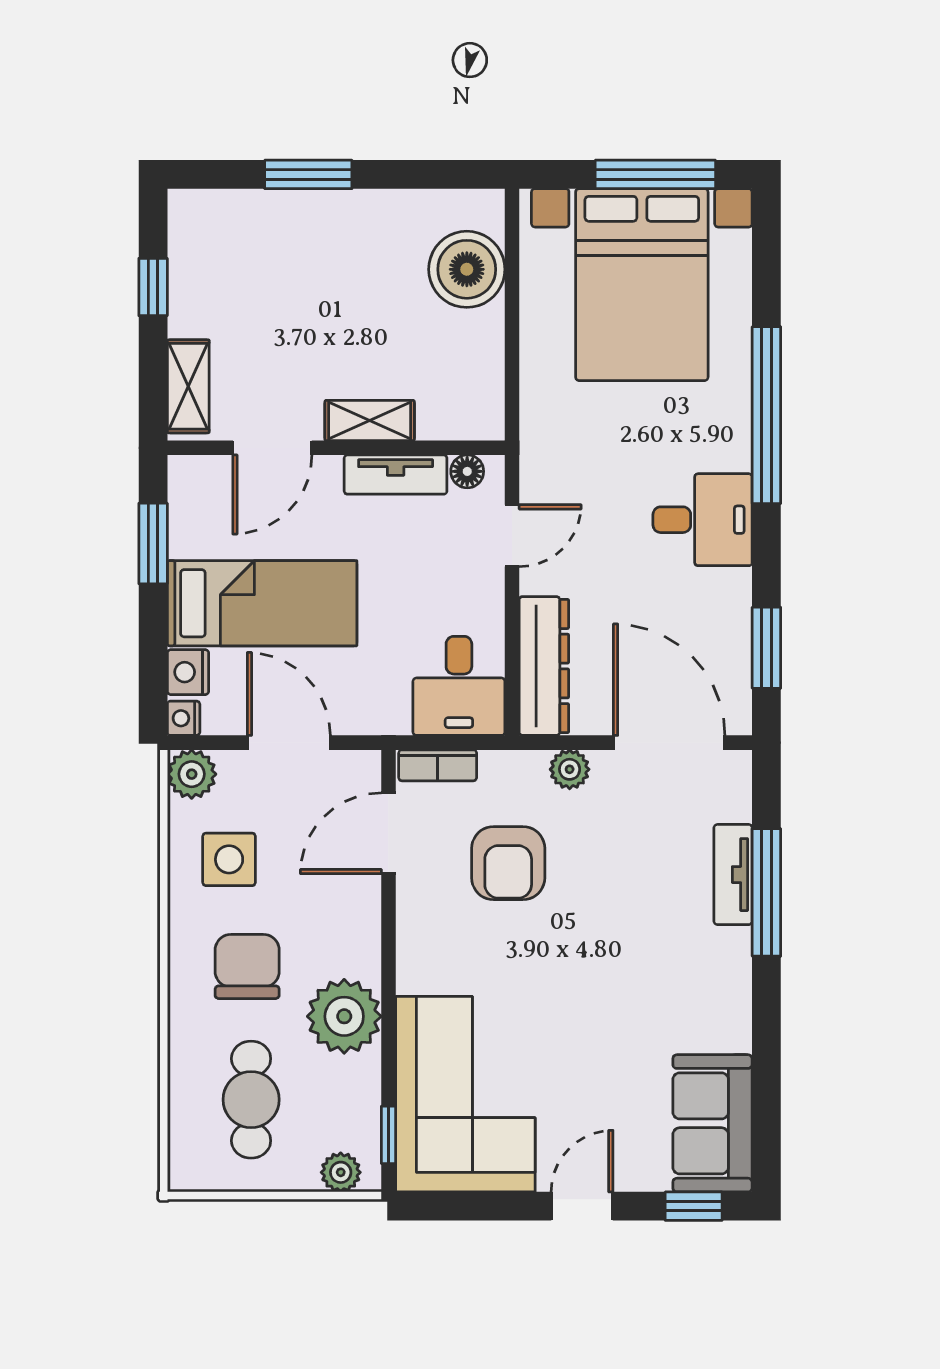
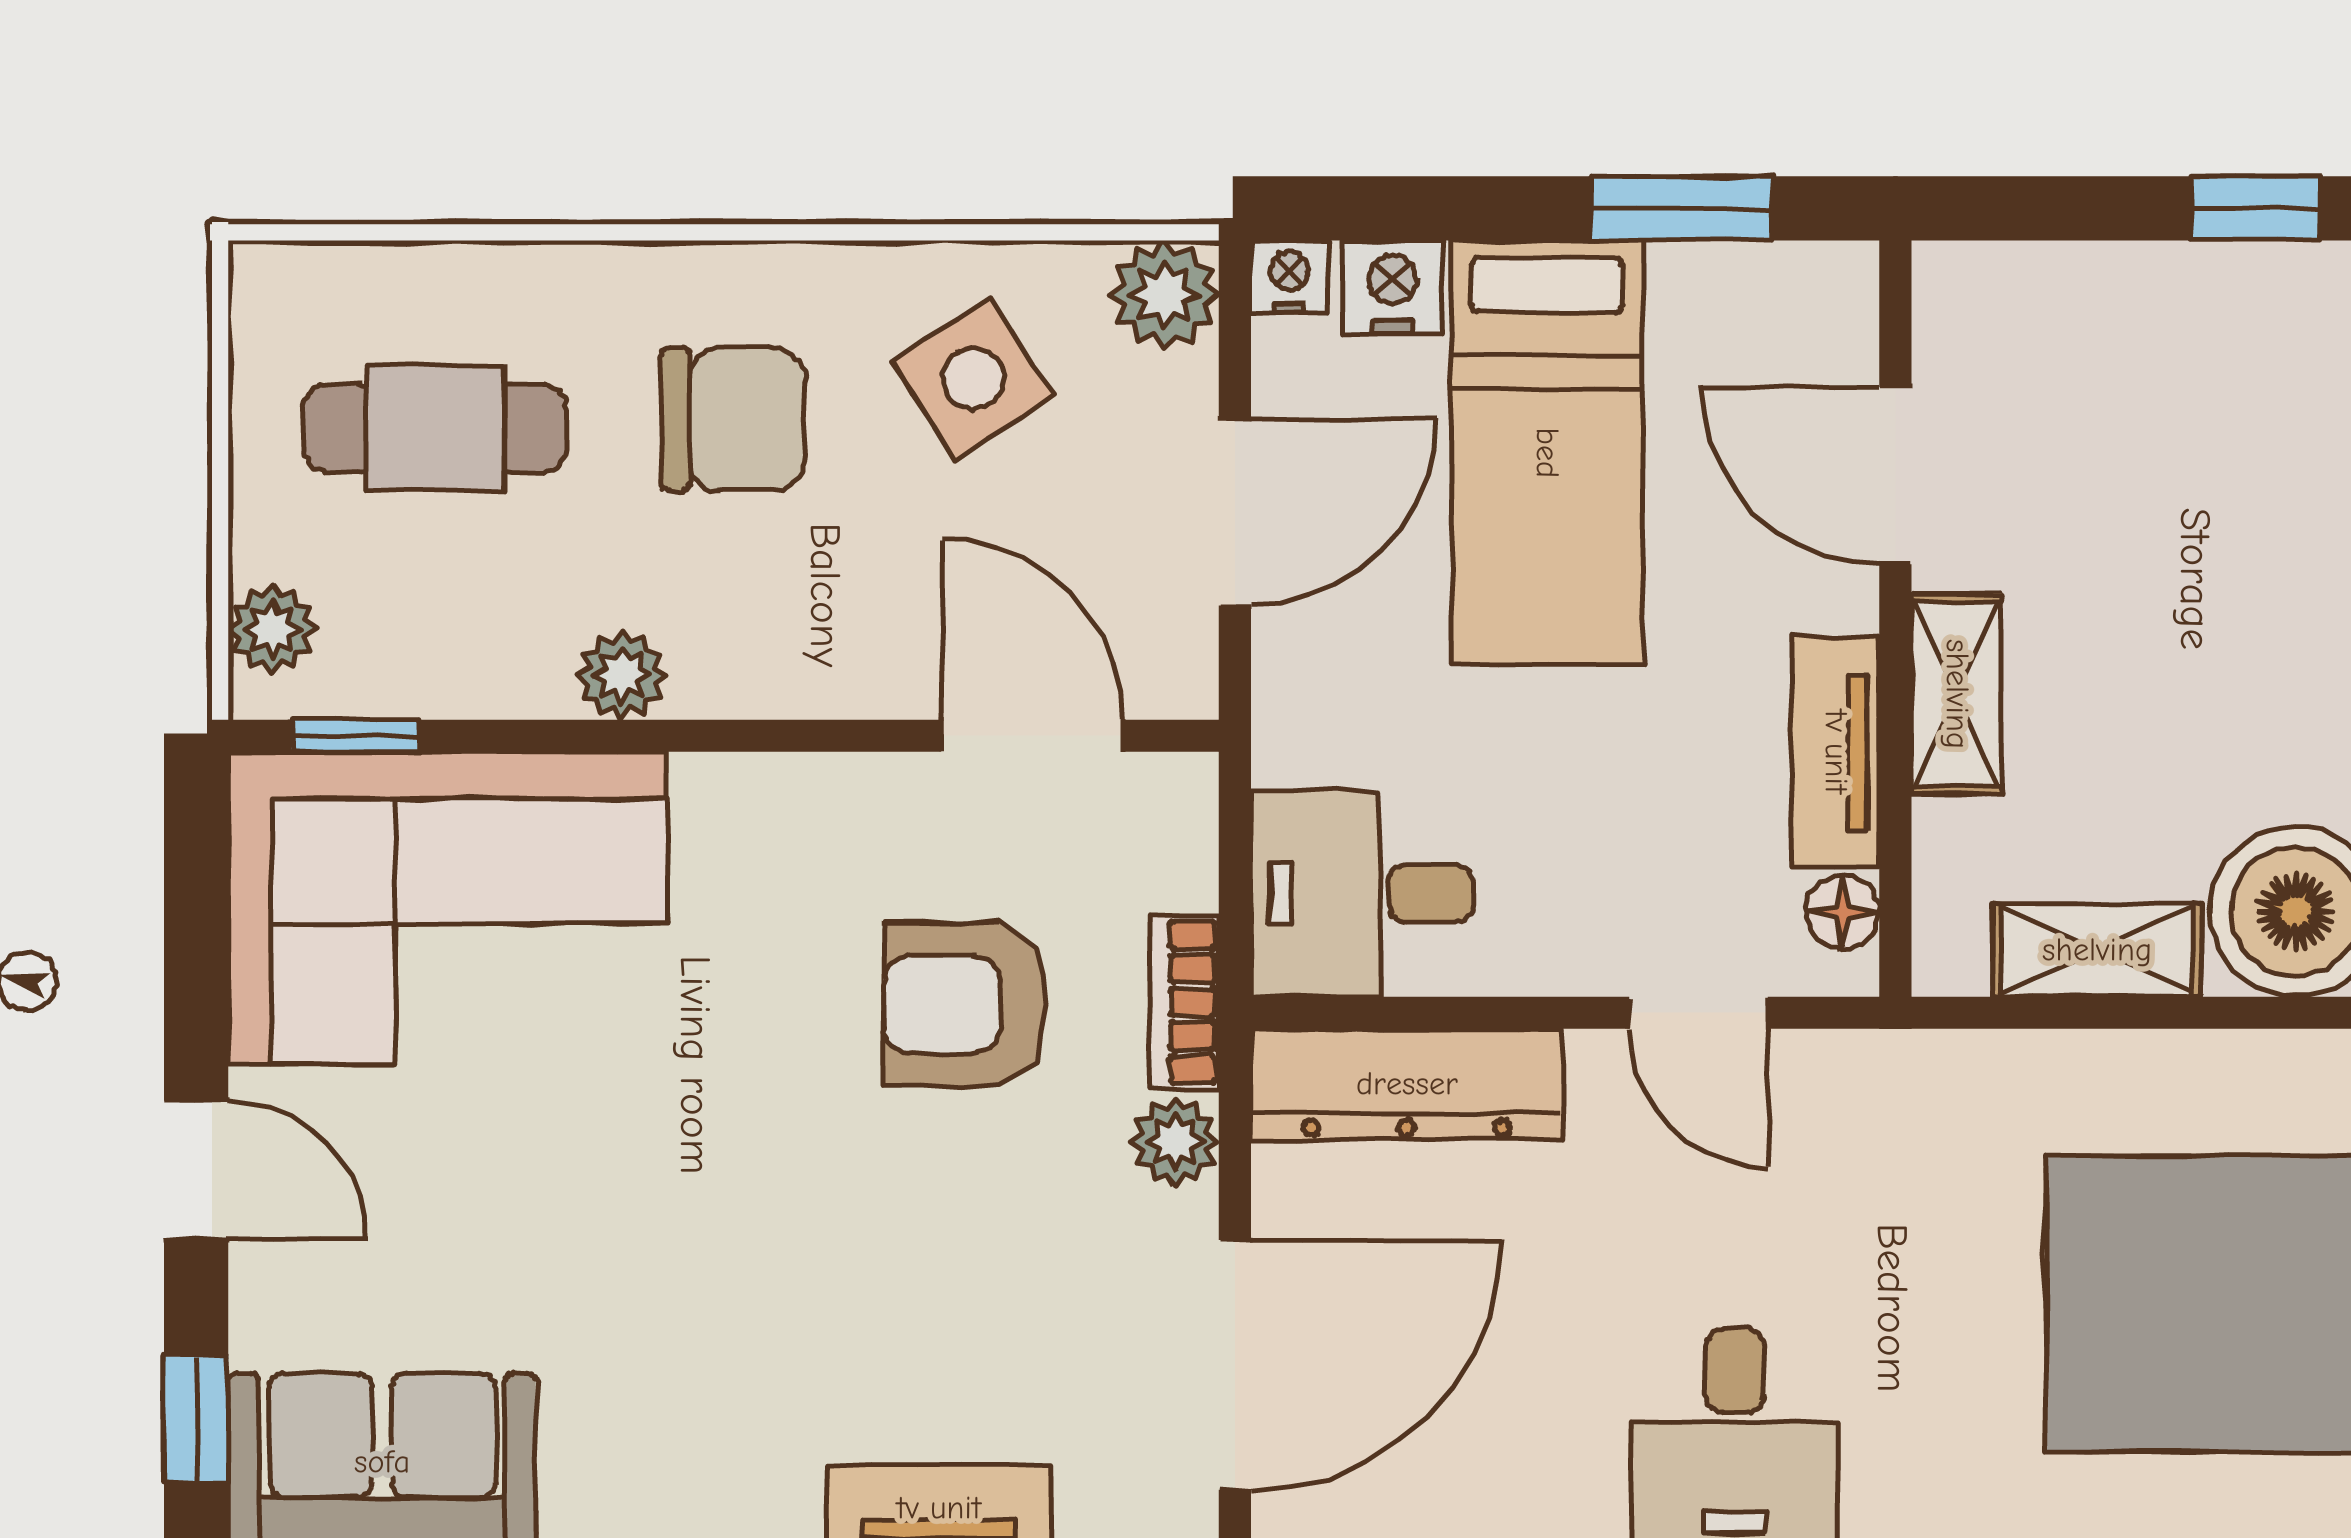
shelving: (188, 386) -> (2097, 950), moved
bookcase: (438, 765) -> (1184, 1002), moved
side table: (229, 859) -> (973, 379), turned -33
plant: (344, 1016) -> (622, 675), width x0.53, depth x0.53

